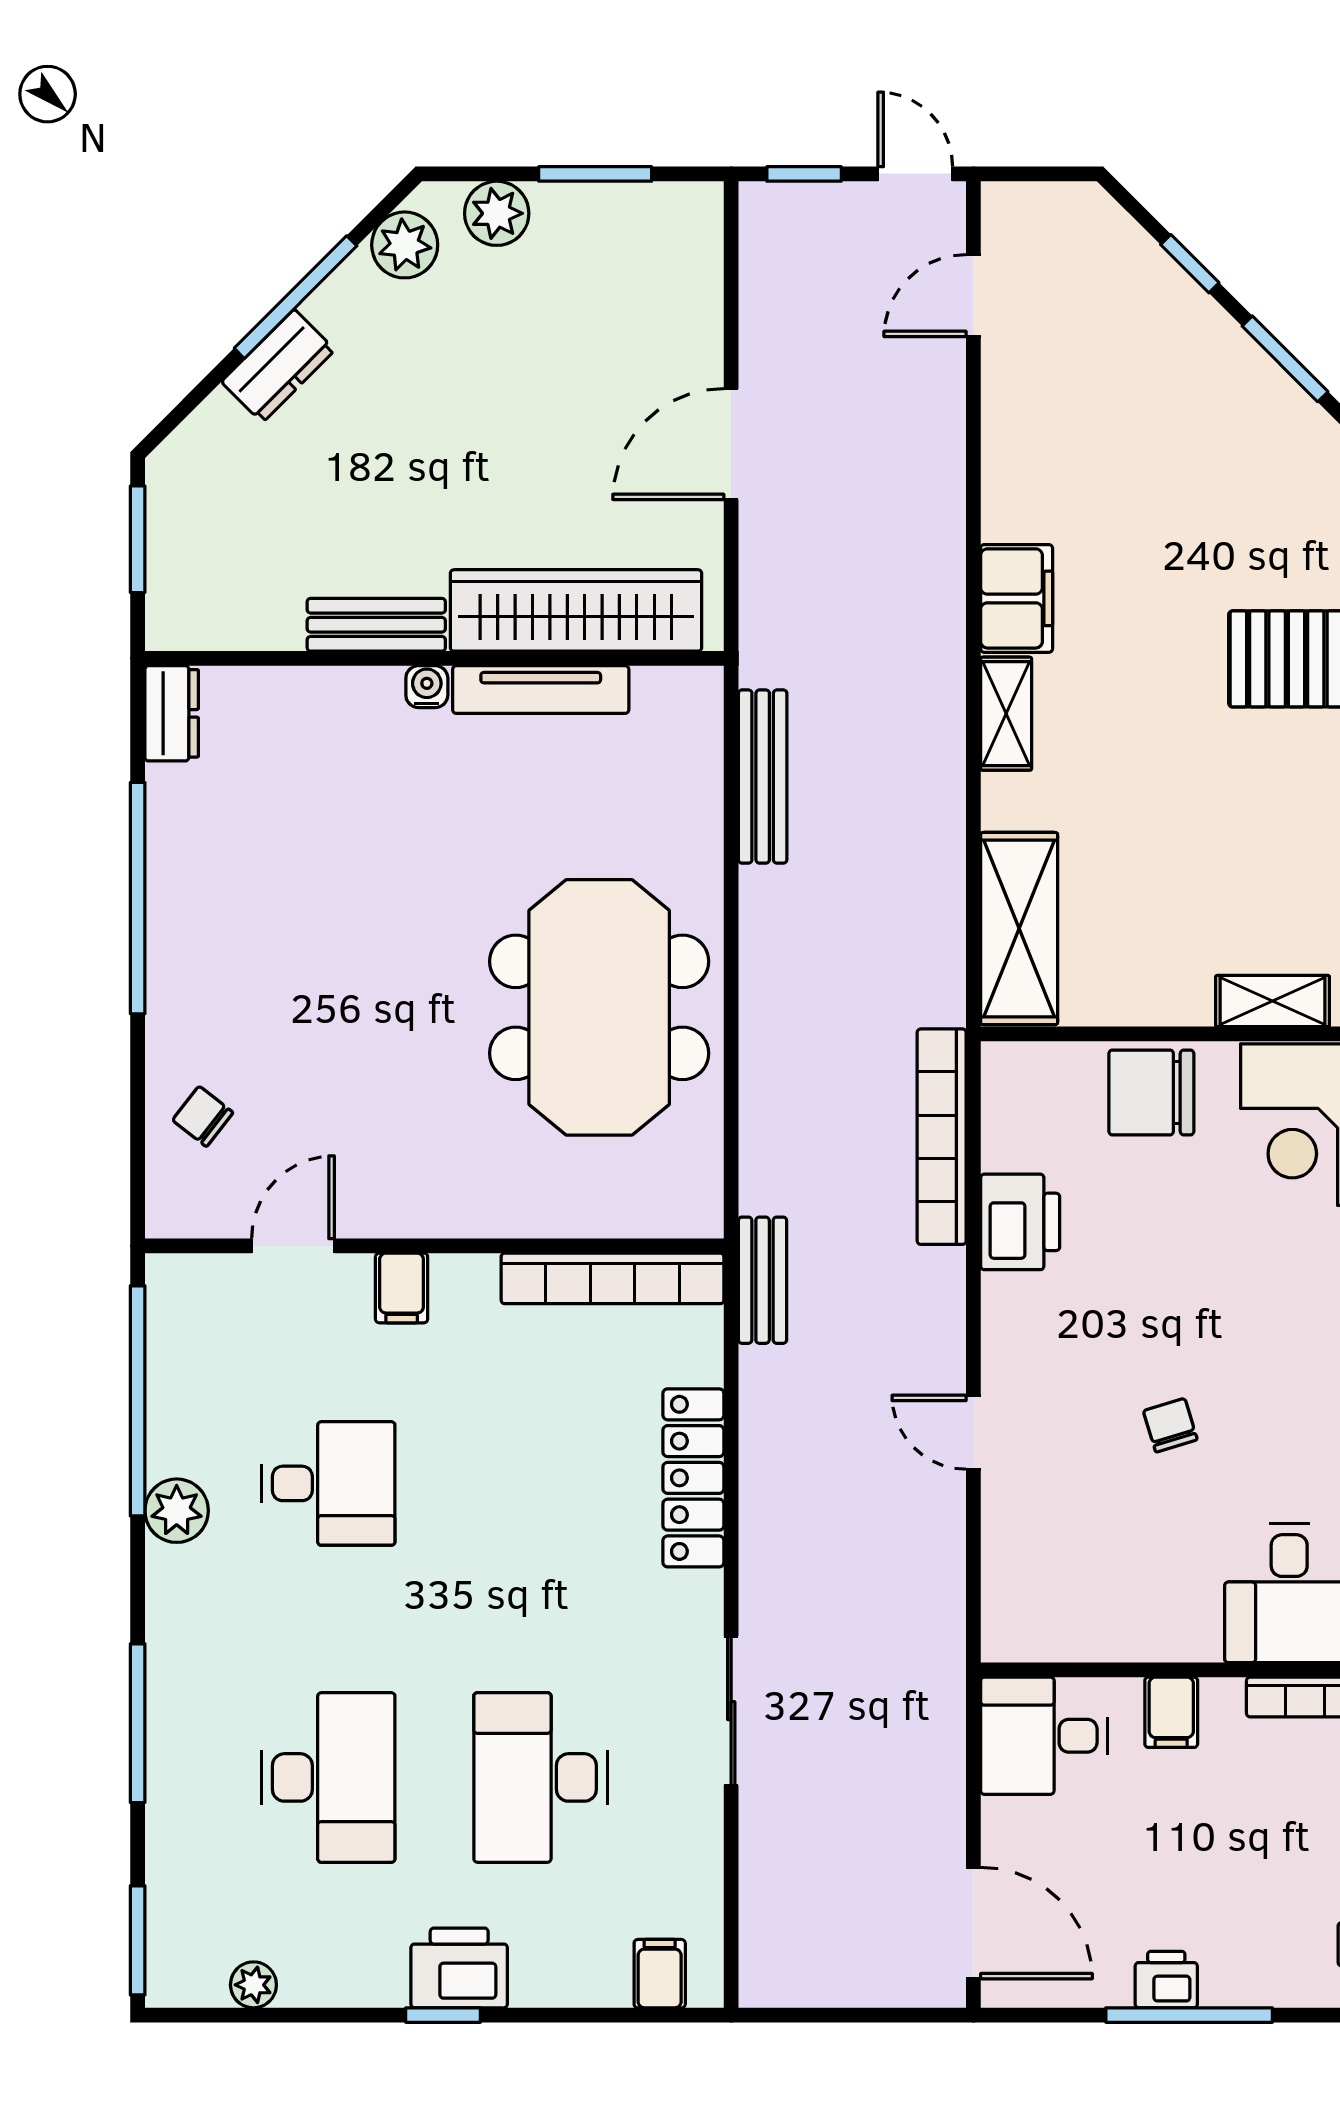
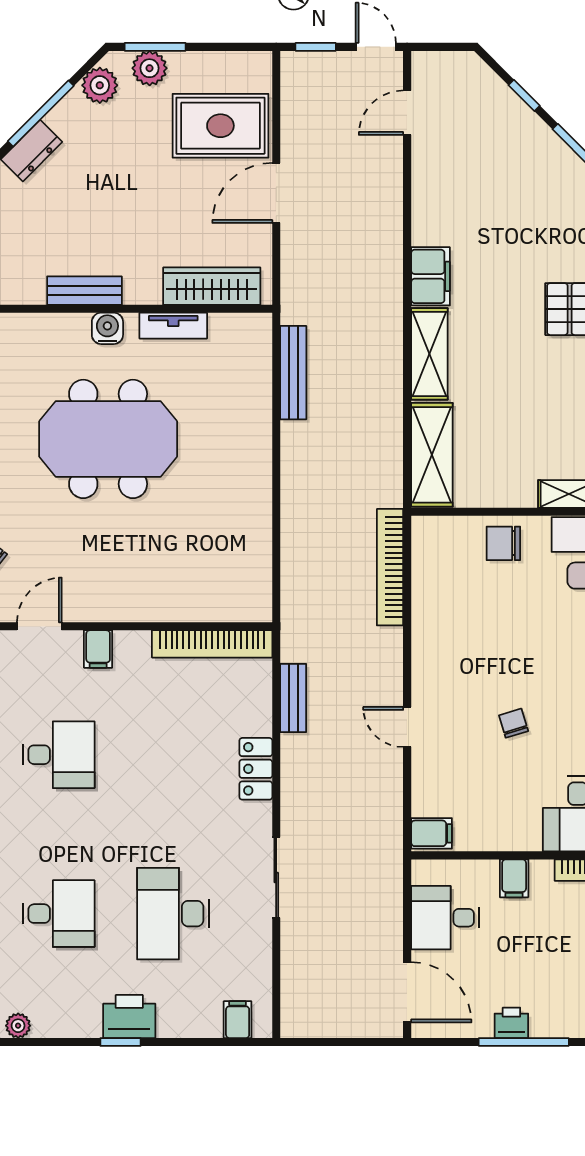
window: (595, 174) -> (155, 47), moved
rug: (628, 320) -> (220, 126), added
wardrobe: (576, 610) -> (212, 286), width x0.71, depth x0.85
water cooler: (427, 687) -> (107, 328), width x1.38, depth x1.38
tv unit: (541, 690) -> (173, 326), width x0.71
shelving: (1006, 714) -> (429, 354), width x1.50, depth x1.33
meeting table: (599, 1007) -> (108, 439), moved, turned 90
chair: (1151, 1092) -> (503, 543), width x0.73, depth x0.73
printer: (1020, 1222) -> (432, 613), removed
bench: (763, 1280) -> (293, 698), moved
locker: (693, 1478) -> (256, 769), width x0.66
filing cabinet: (1018, 1629) -> (432, 833), added
desk: (1044, 1736) -> (445, 918), moved
desk: (328, 1777) -> (59, 914), width x0.73

